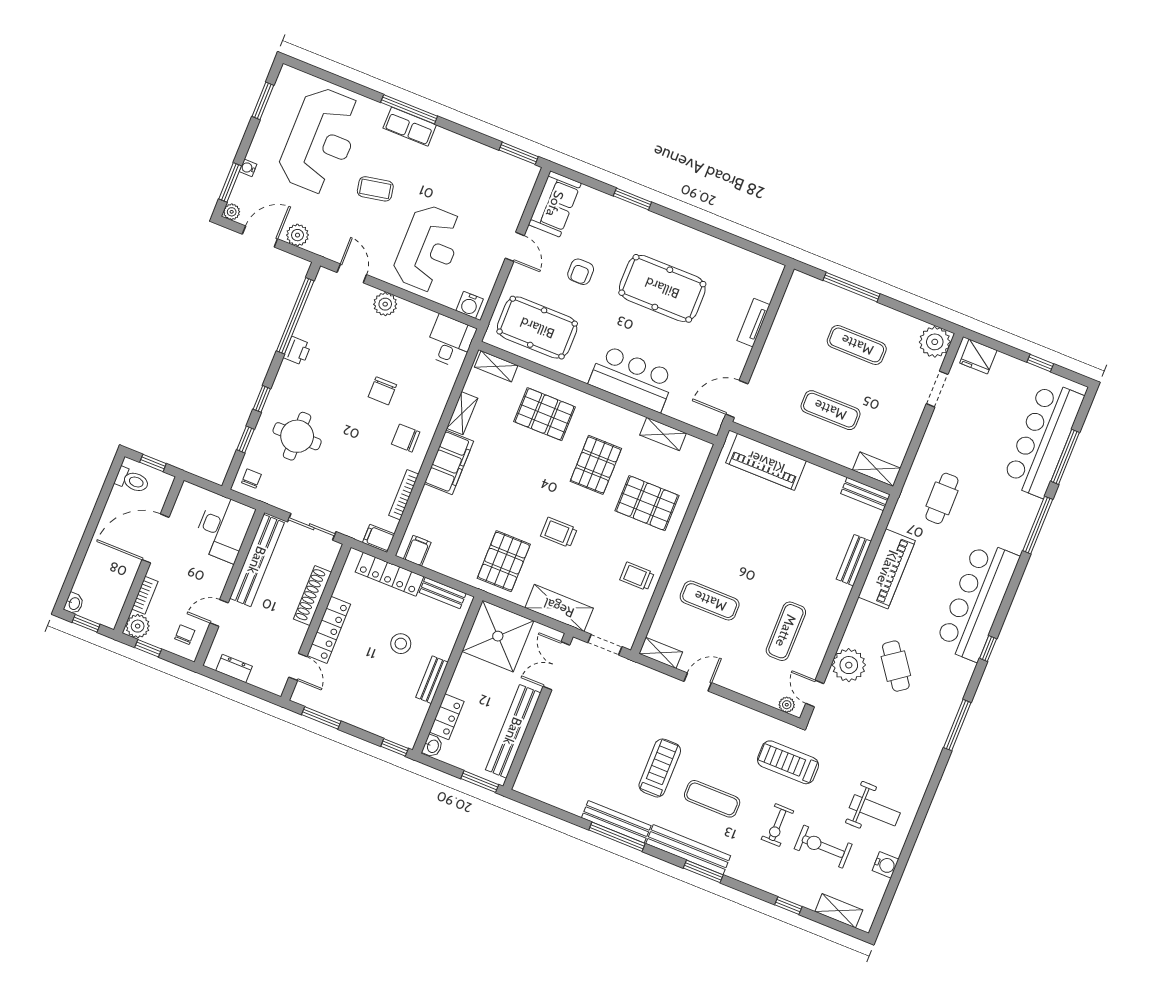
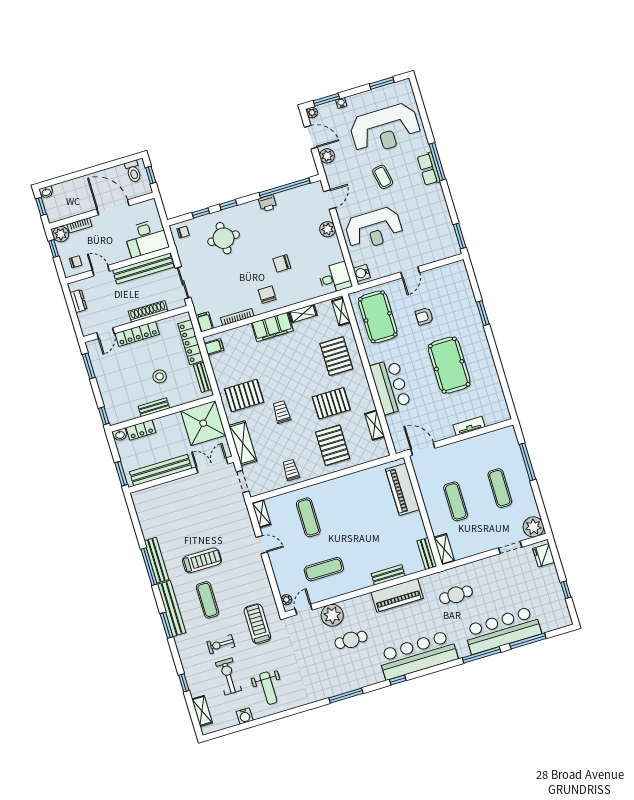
sofa: (555, 204) -> (449, 275), removed
bar counter: (1043, 439) -> (503, 630), moved
cafe table: (896, 666) -> (351, 640), turned 36

